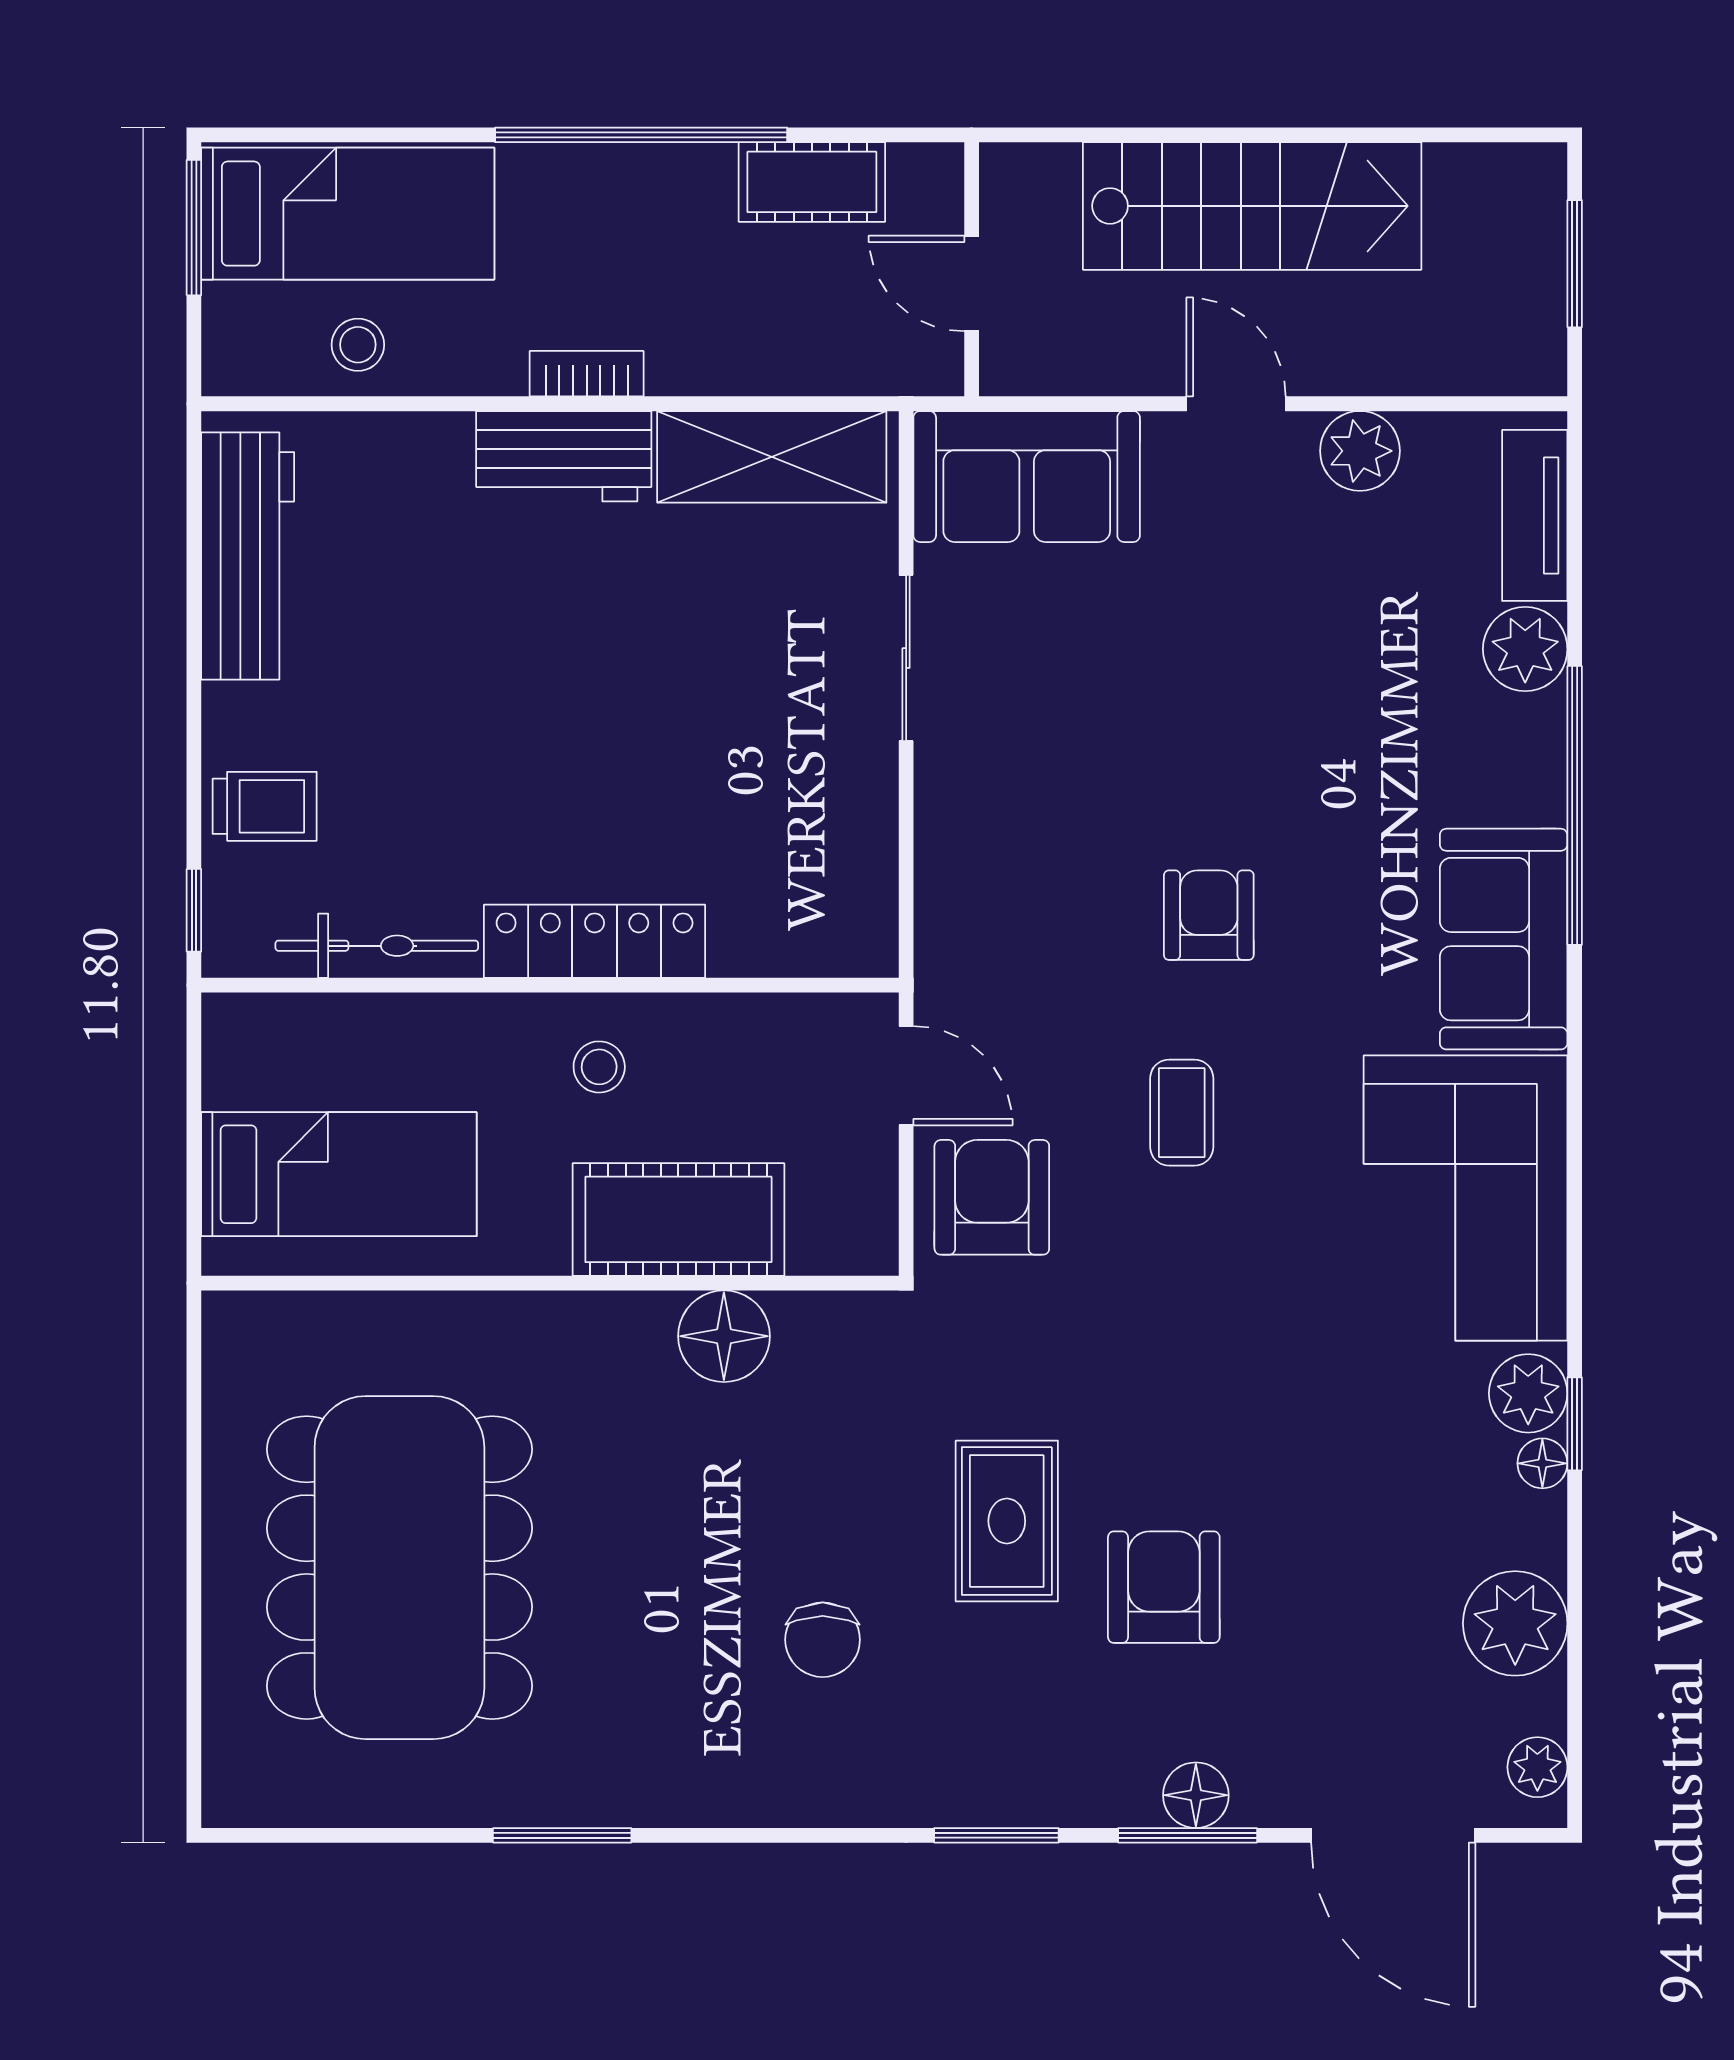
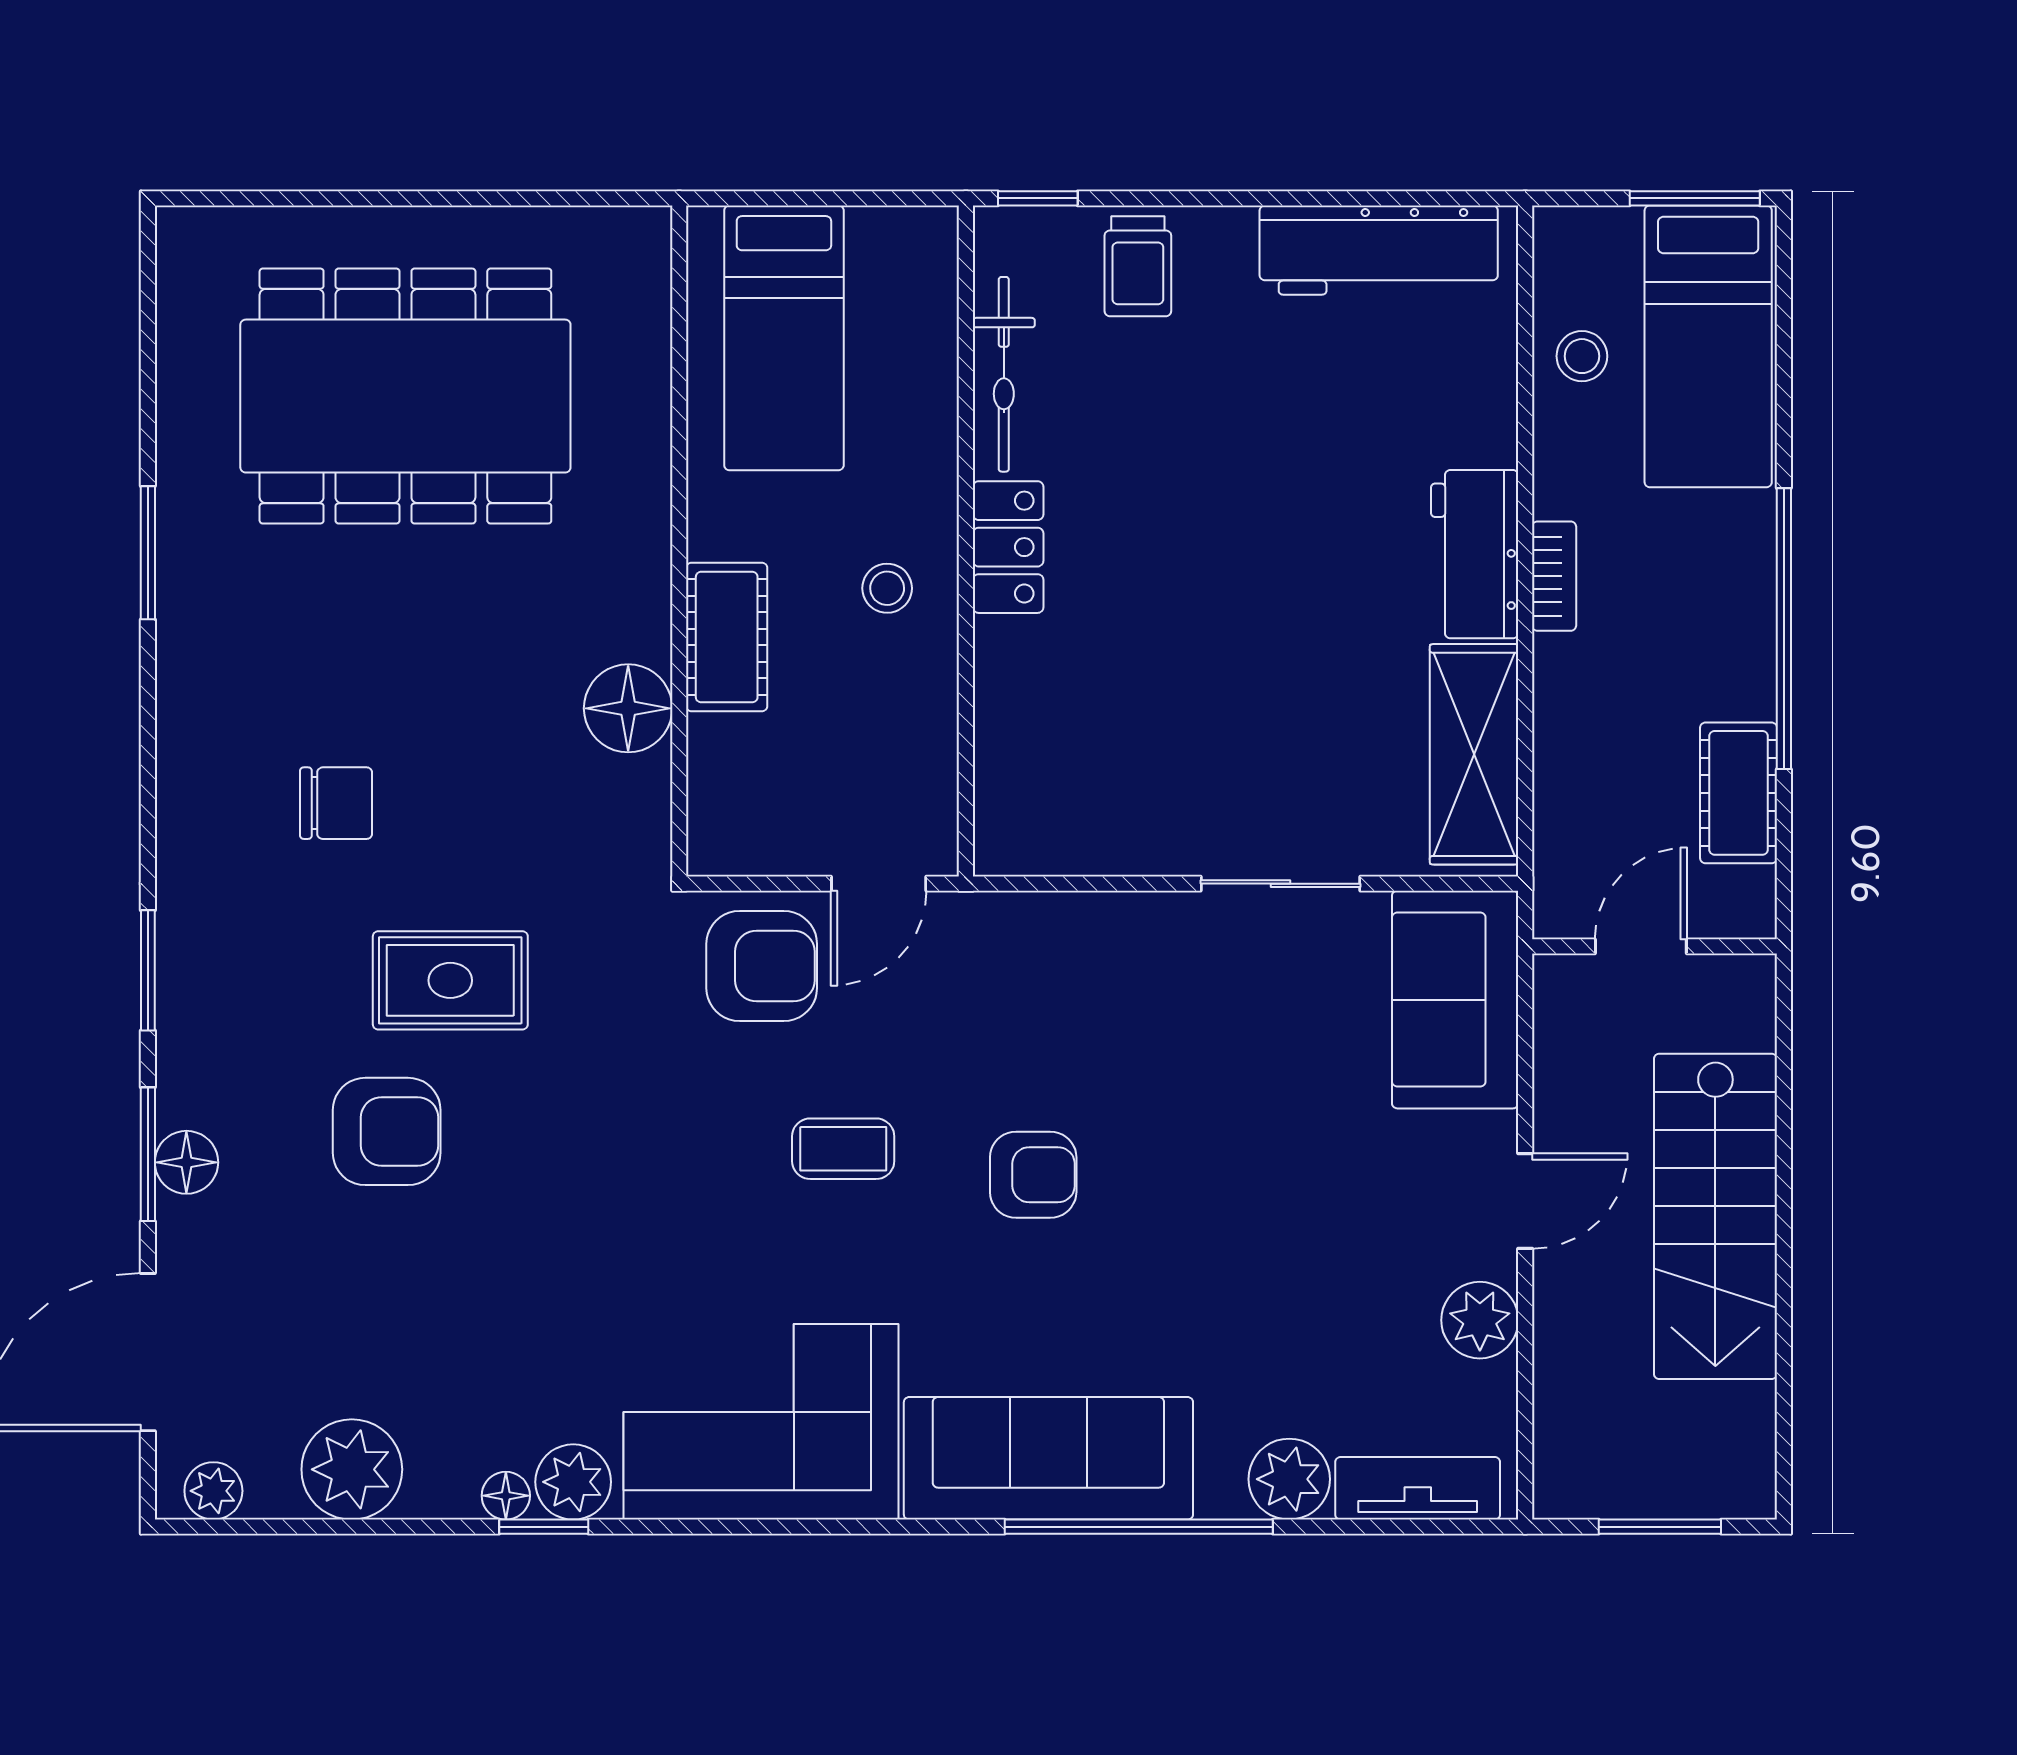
sofa: (1504, 939) -> (1048, 1458), width x1.36
locker: (595, 941) -> (1008, 547), width x0.66
cot: (678, 1219) -> (727, 637), width x0.73, depth x0.75
chair: (823, 1640) -> (336, 803), turned 180

